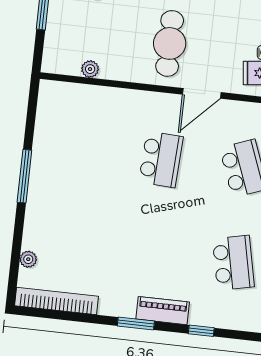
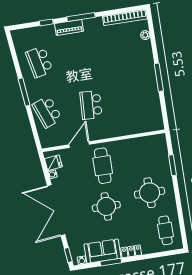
plant: (90, 69) -> (140, 141), removed
window: (136, 324) -> (81, 17), width x1.44

